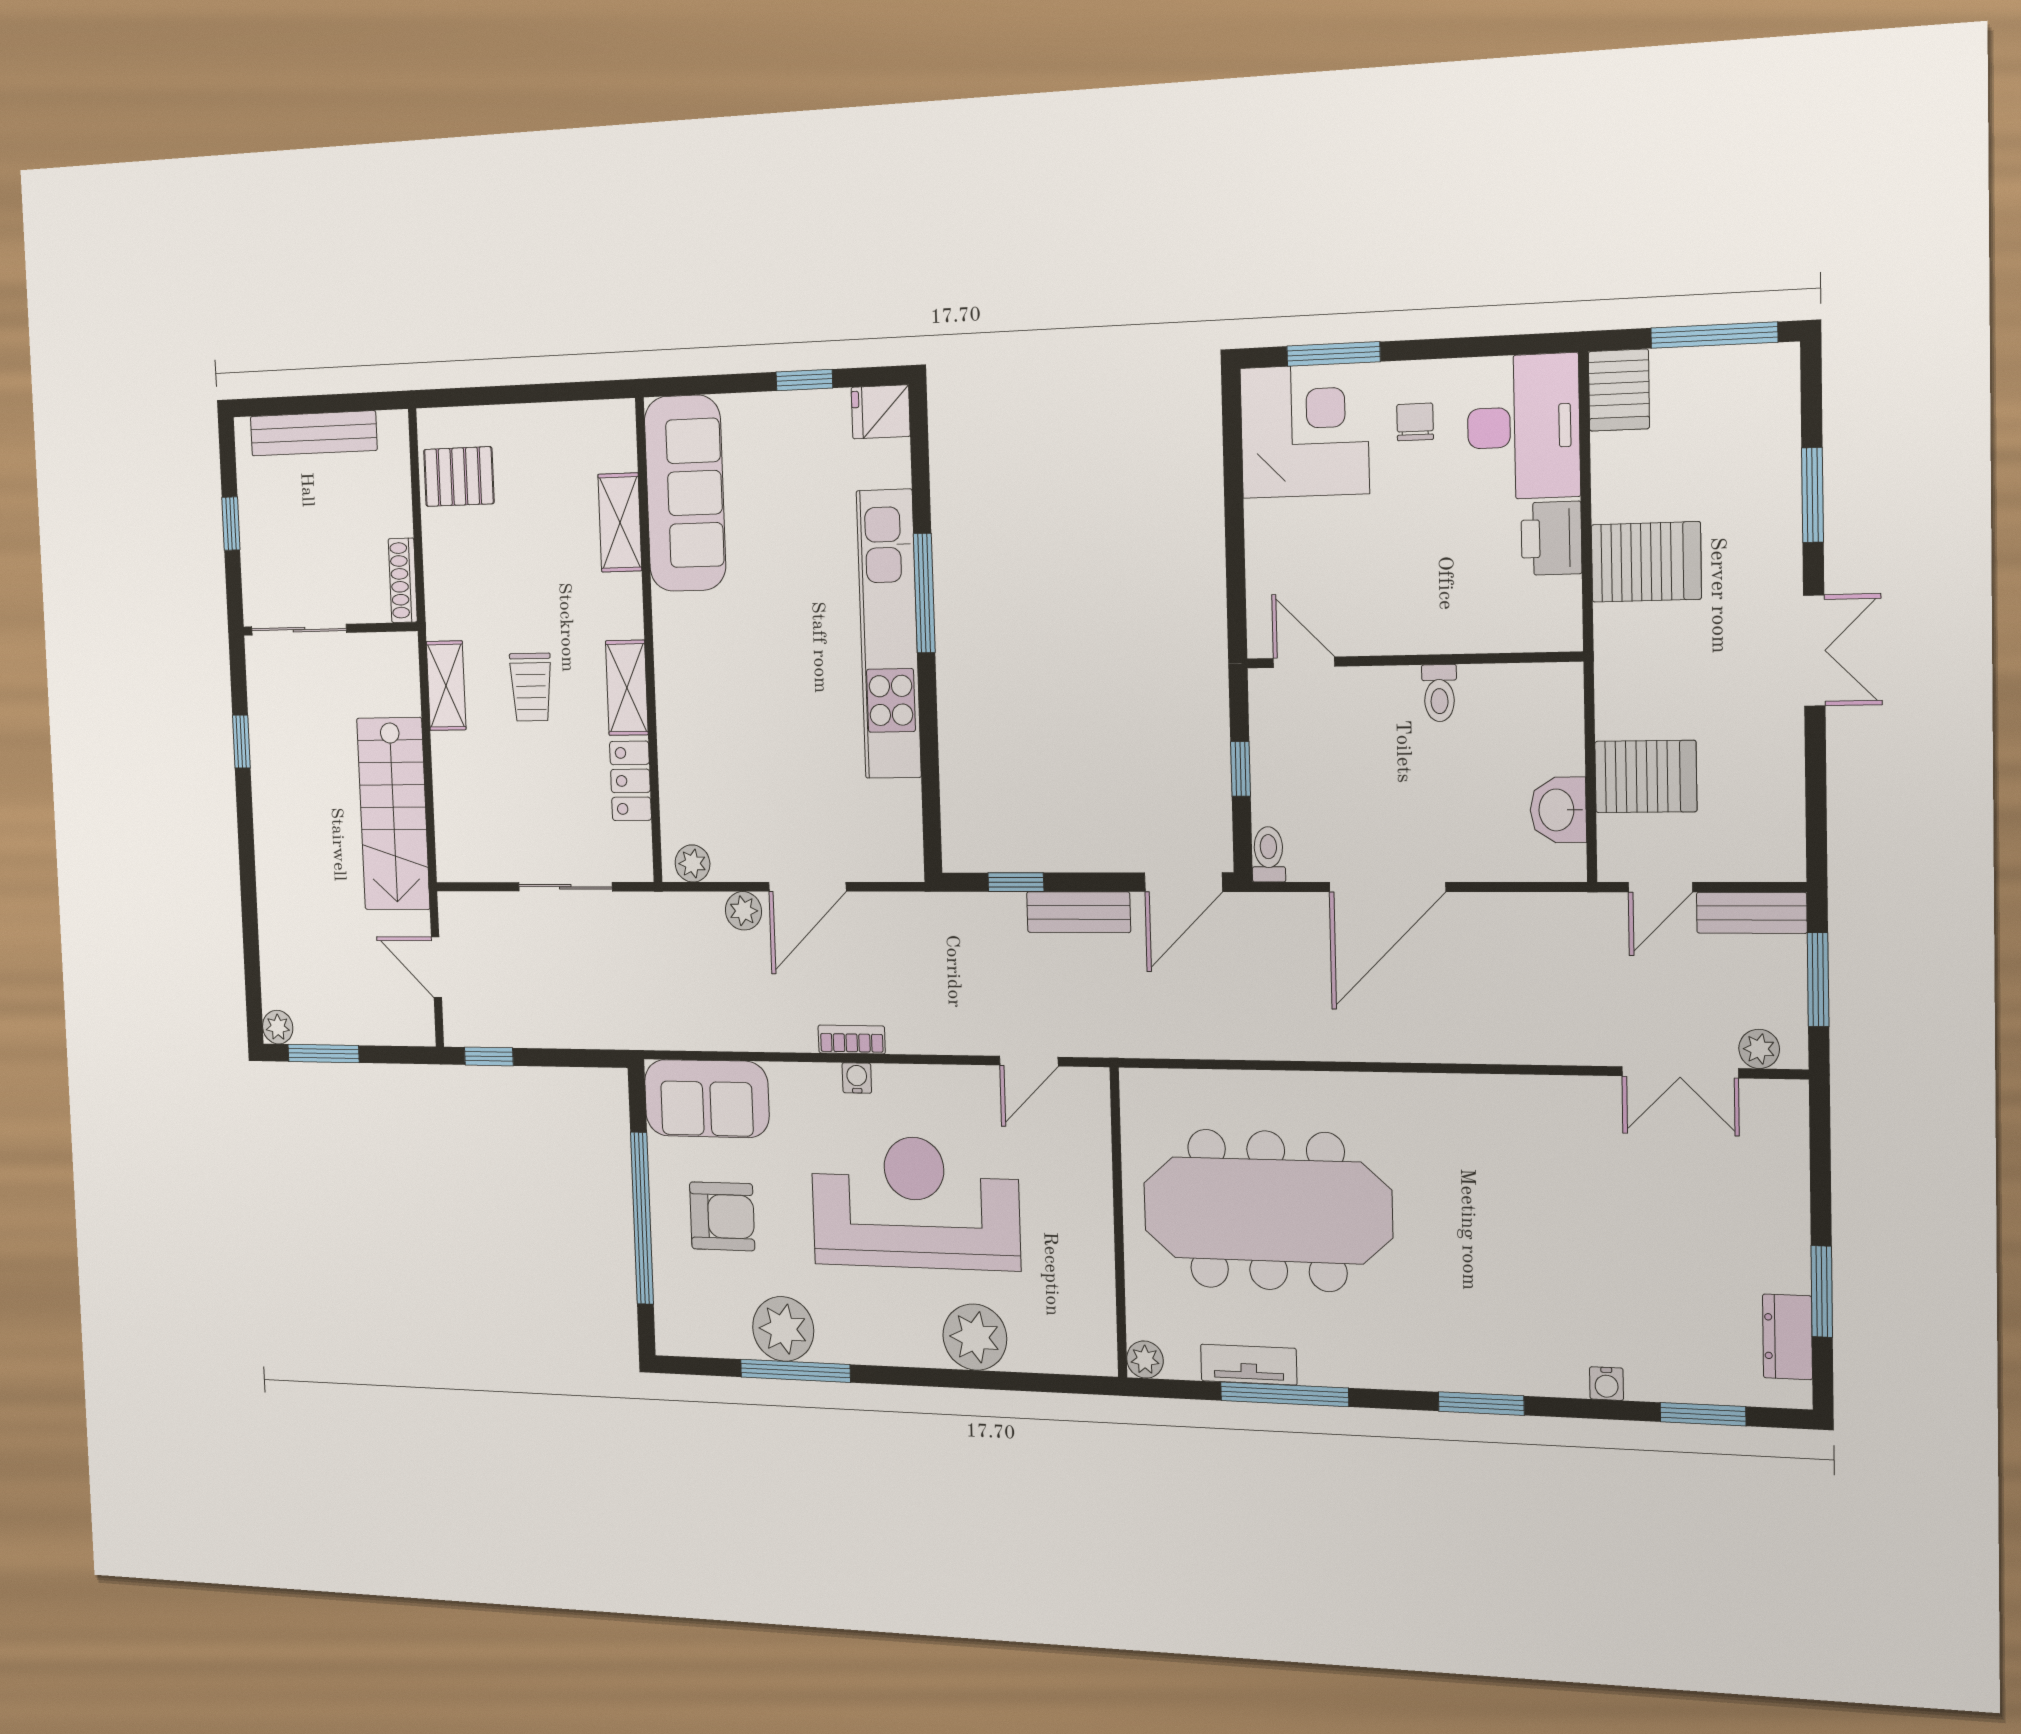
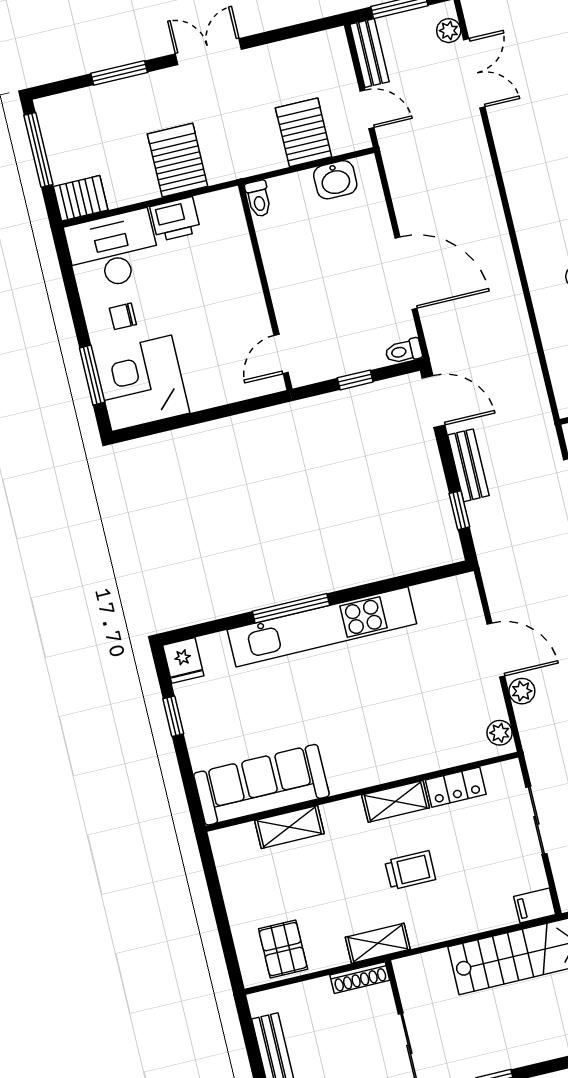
shelving: (446, 686) -> (378, 943), moved
toilet: (1439, 693) -> (258, 199), moved, turned 90
filing cabinet: (454, 855) -> (535, 906), added

